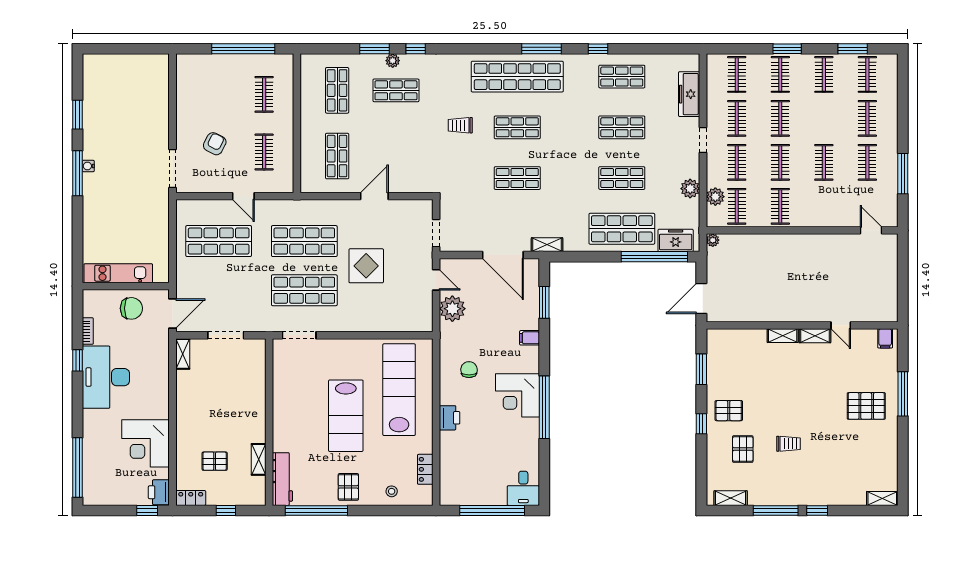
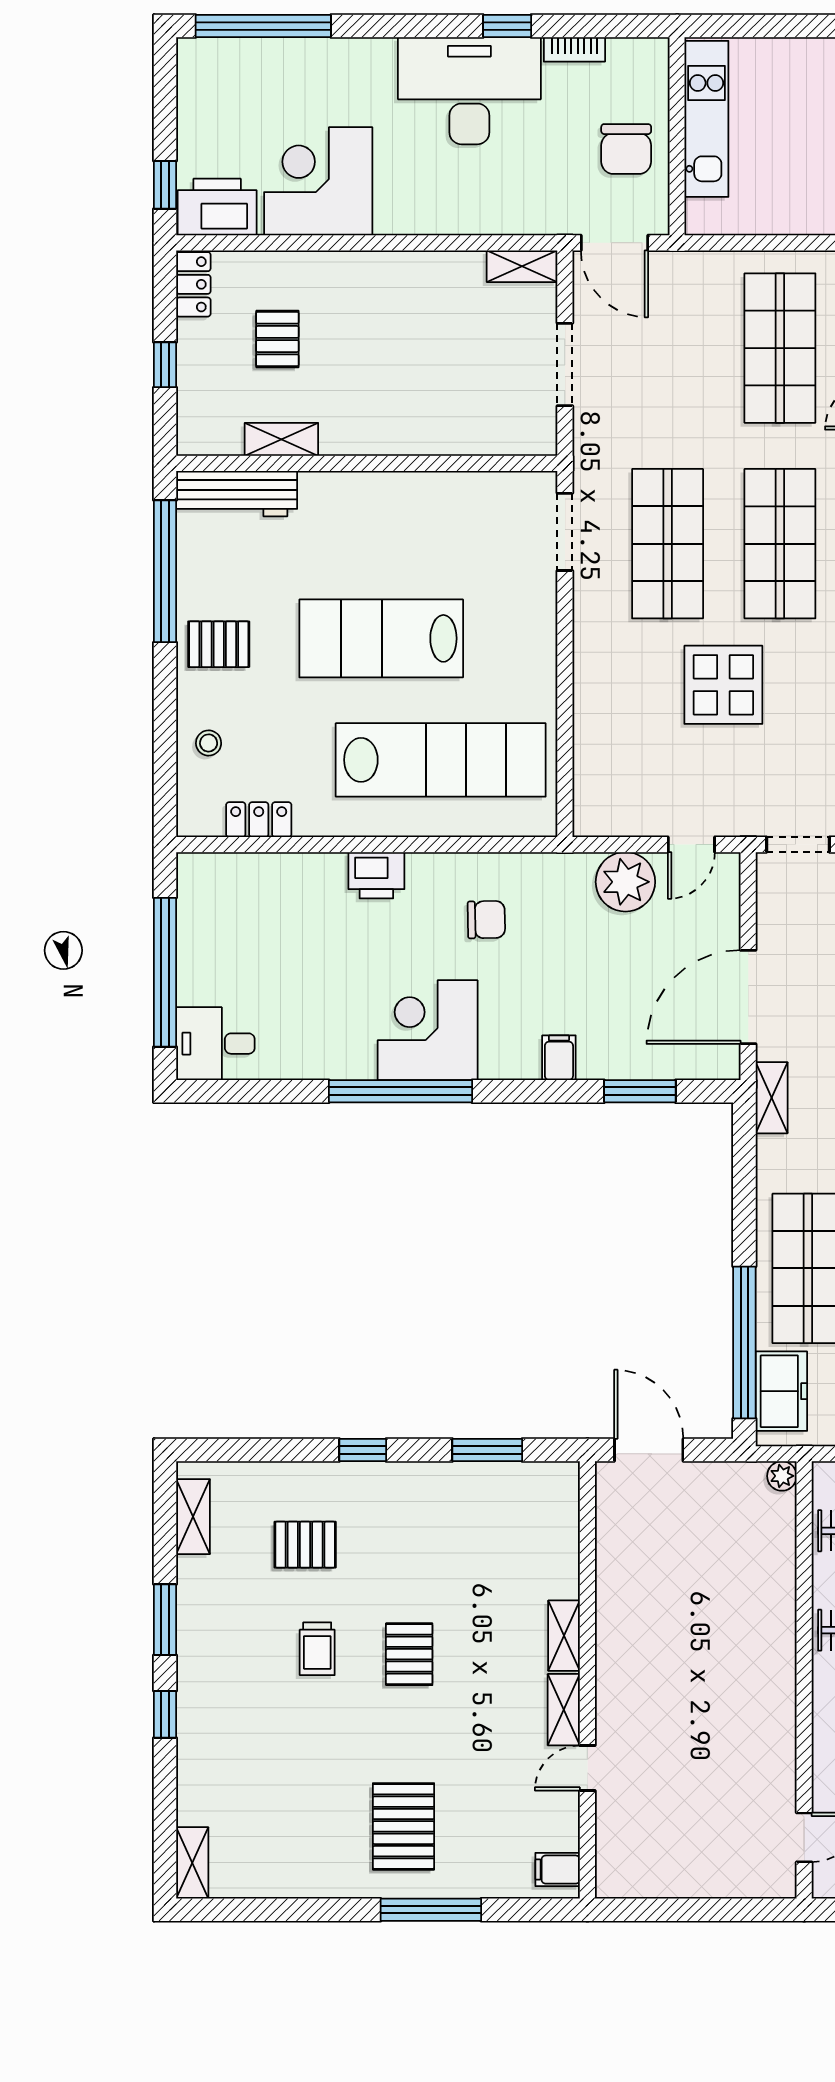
pallet: (729, 411) -> (409, 1654), moved
printer: (159, 492) -> (217, 207), width x1.37, depth x1.19
window: (776, 510) -> (165, 1620), width x0.69

